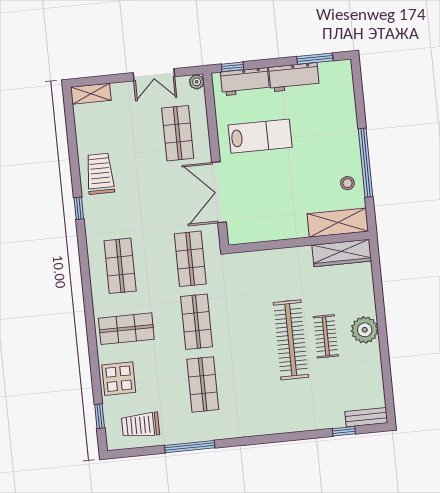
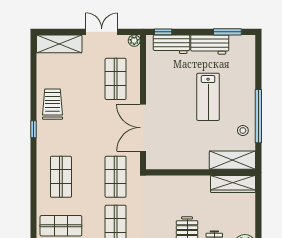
double door: (154, 75) -> (102, 32), swing flipped
shelving: (91, 94) -> (59, 44), width x1.50, depth x1.33
lab bench: (260, 136) -> (208, 97), moved, turned 90

